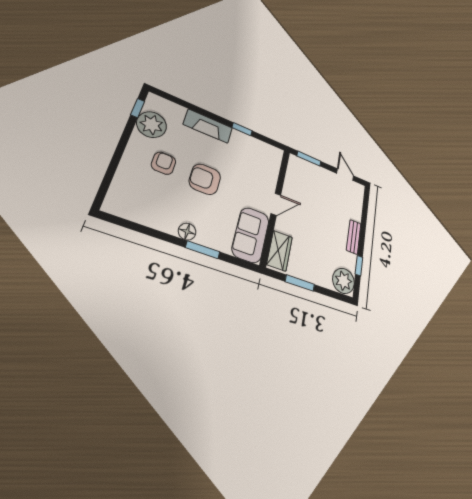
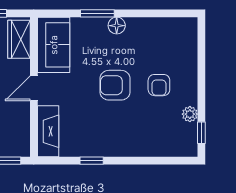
plant: (152, 125) -> (190, 114), width x0.53, depth x0.53
fireplace: (208, 126) -> (48, 131), moved, turned 90
armchair: (205, 179) -> (115, 85), turned 180

